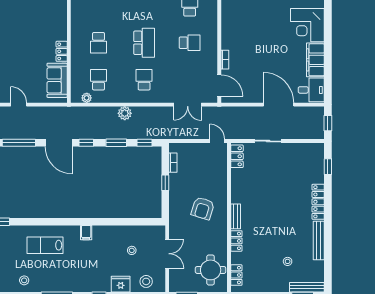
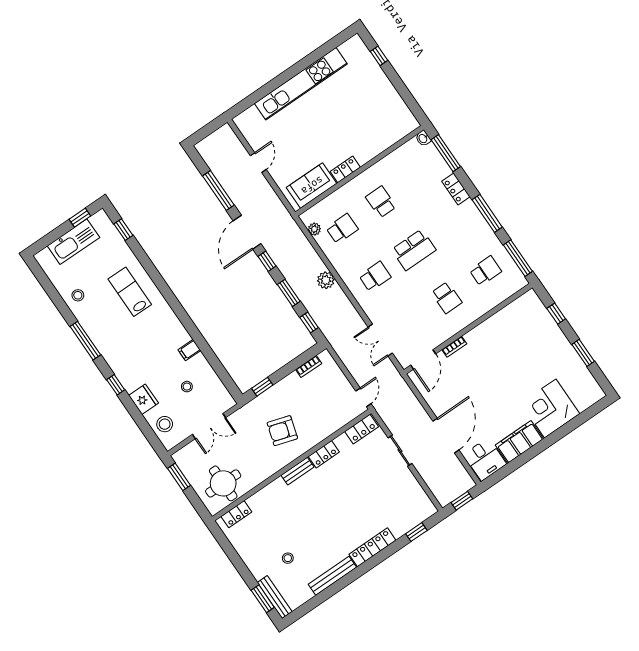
school desk: (99, 43) -> (381, 202), turned 90
window: (165, 183) -> (262, 387), moved
filing cabinet: (86, 233) -> (189, 350), moved
locker: (236, 241) -> (324, 454), moved

